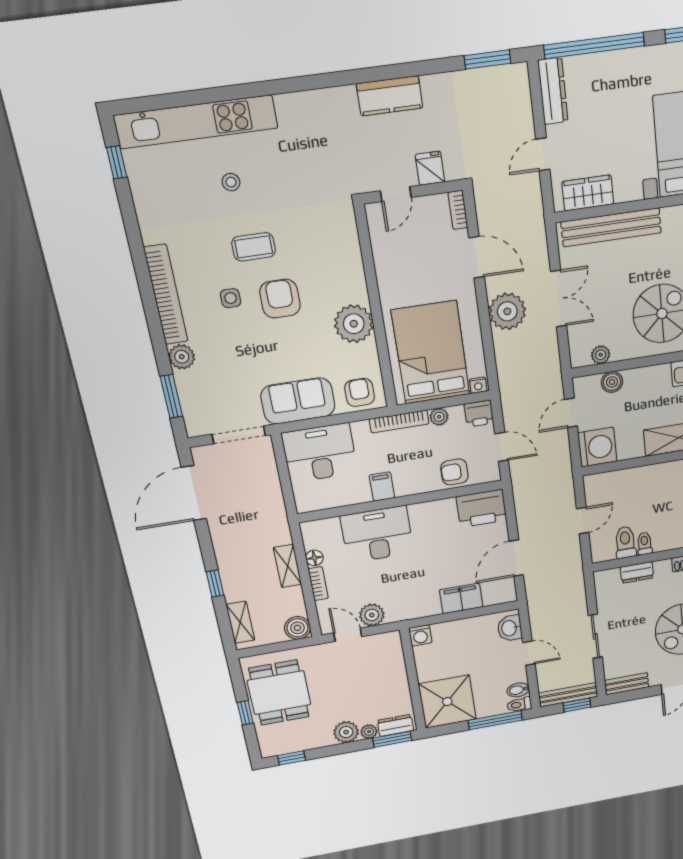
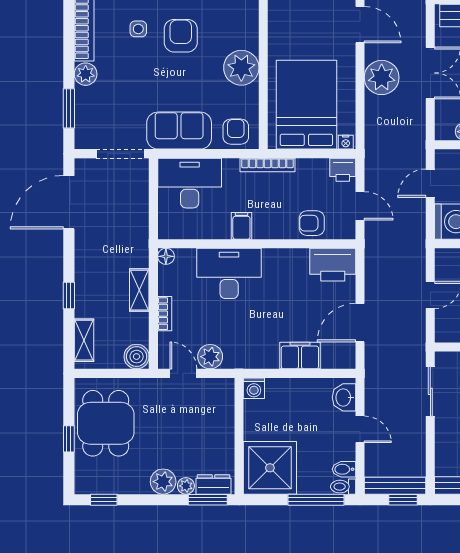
plant: (439, 417) -> (305, 167), removed
floor lamp: (314, 558) -> (166, 256), moved
sliding door: (595, 636) -> (430, 391), moved

